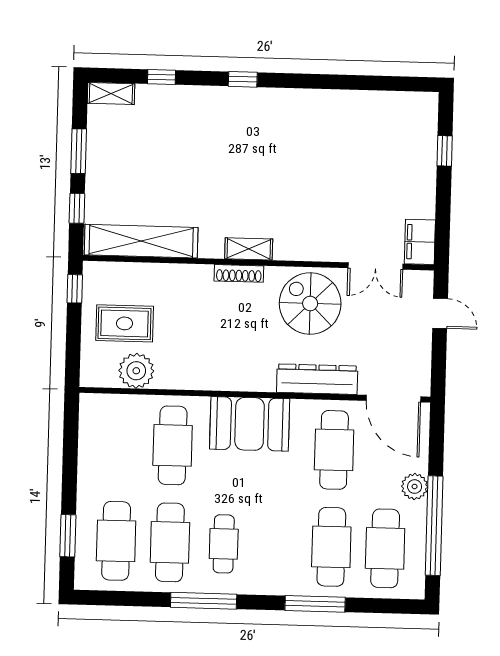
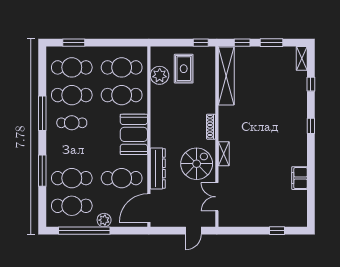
filing cabinet: (420, 242) -> (299, 178), moved, turned -90
shelving: (249, 249) -> (224, 154), moved
cafe table: (119, 444) -> (122, 67), added

